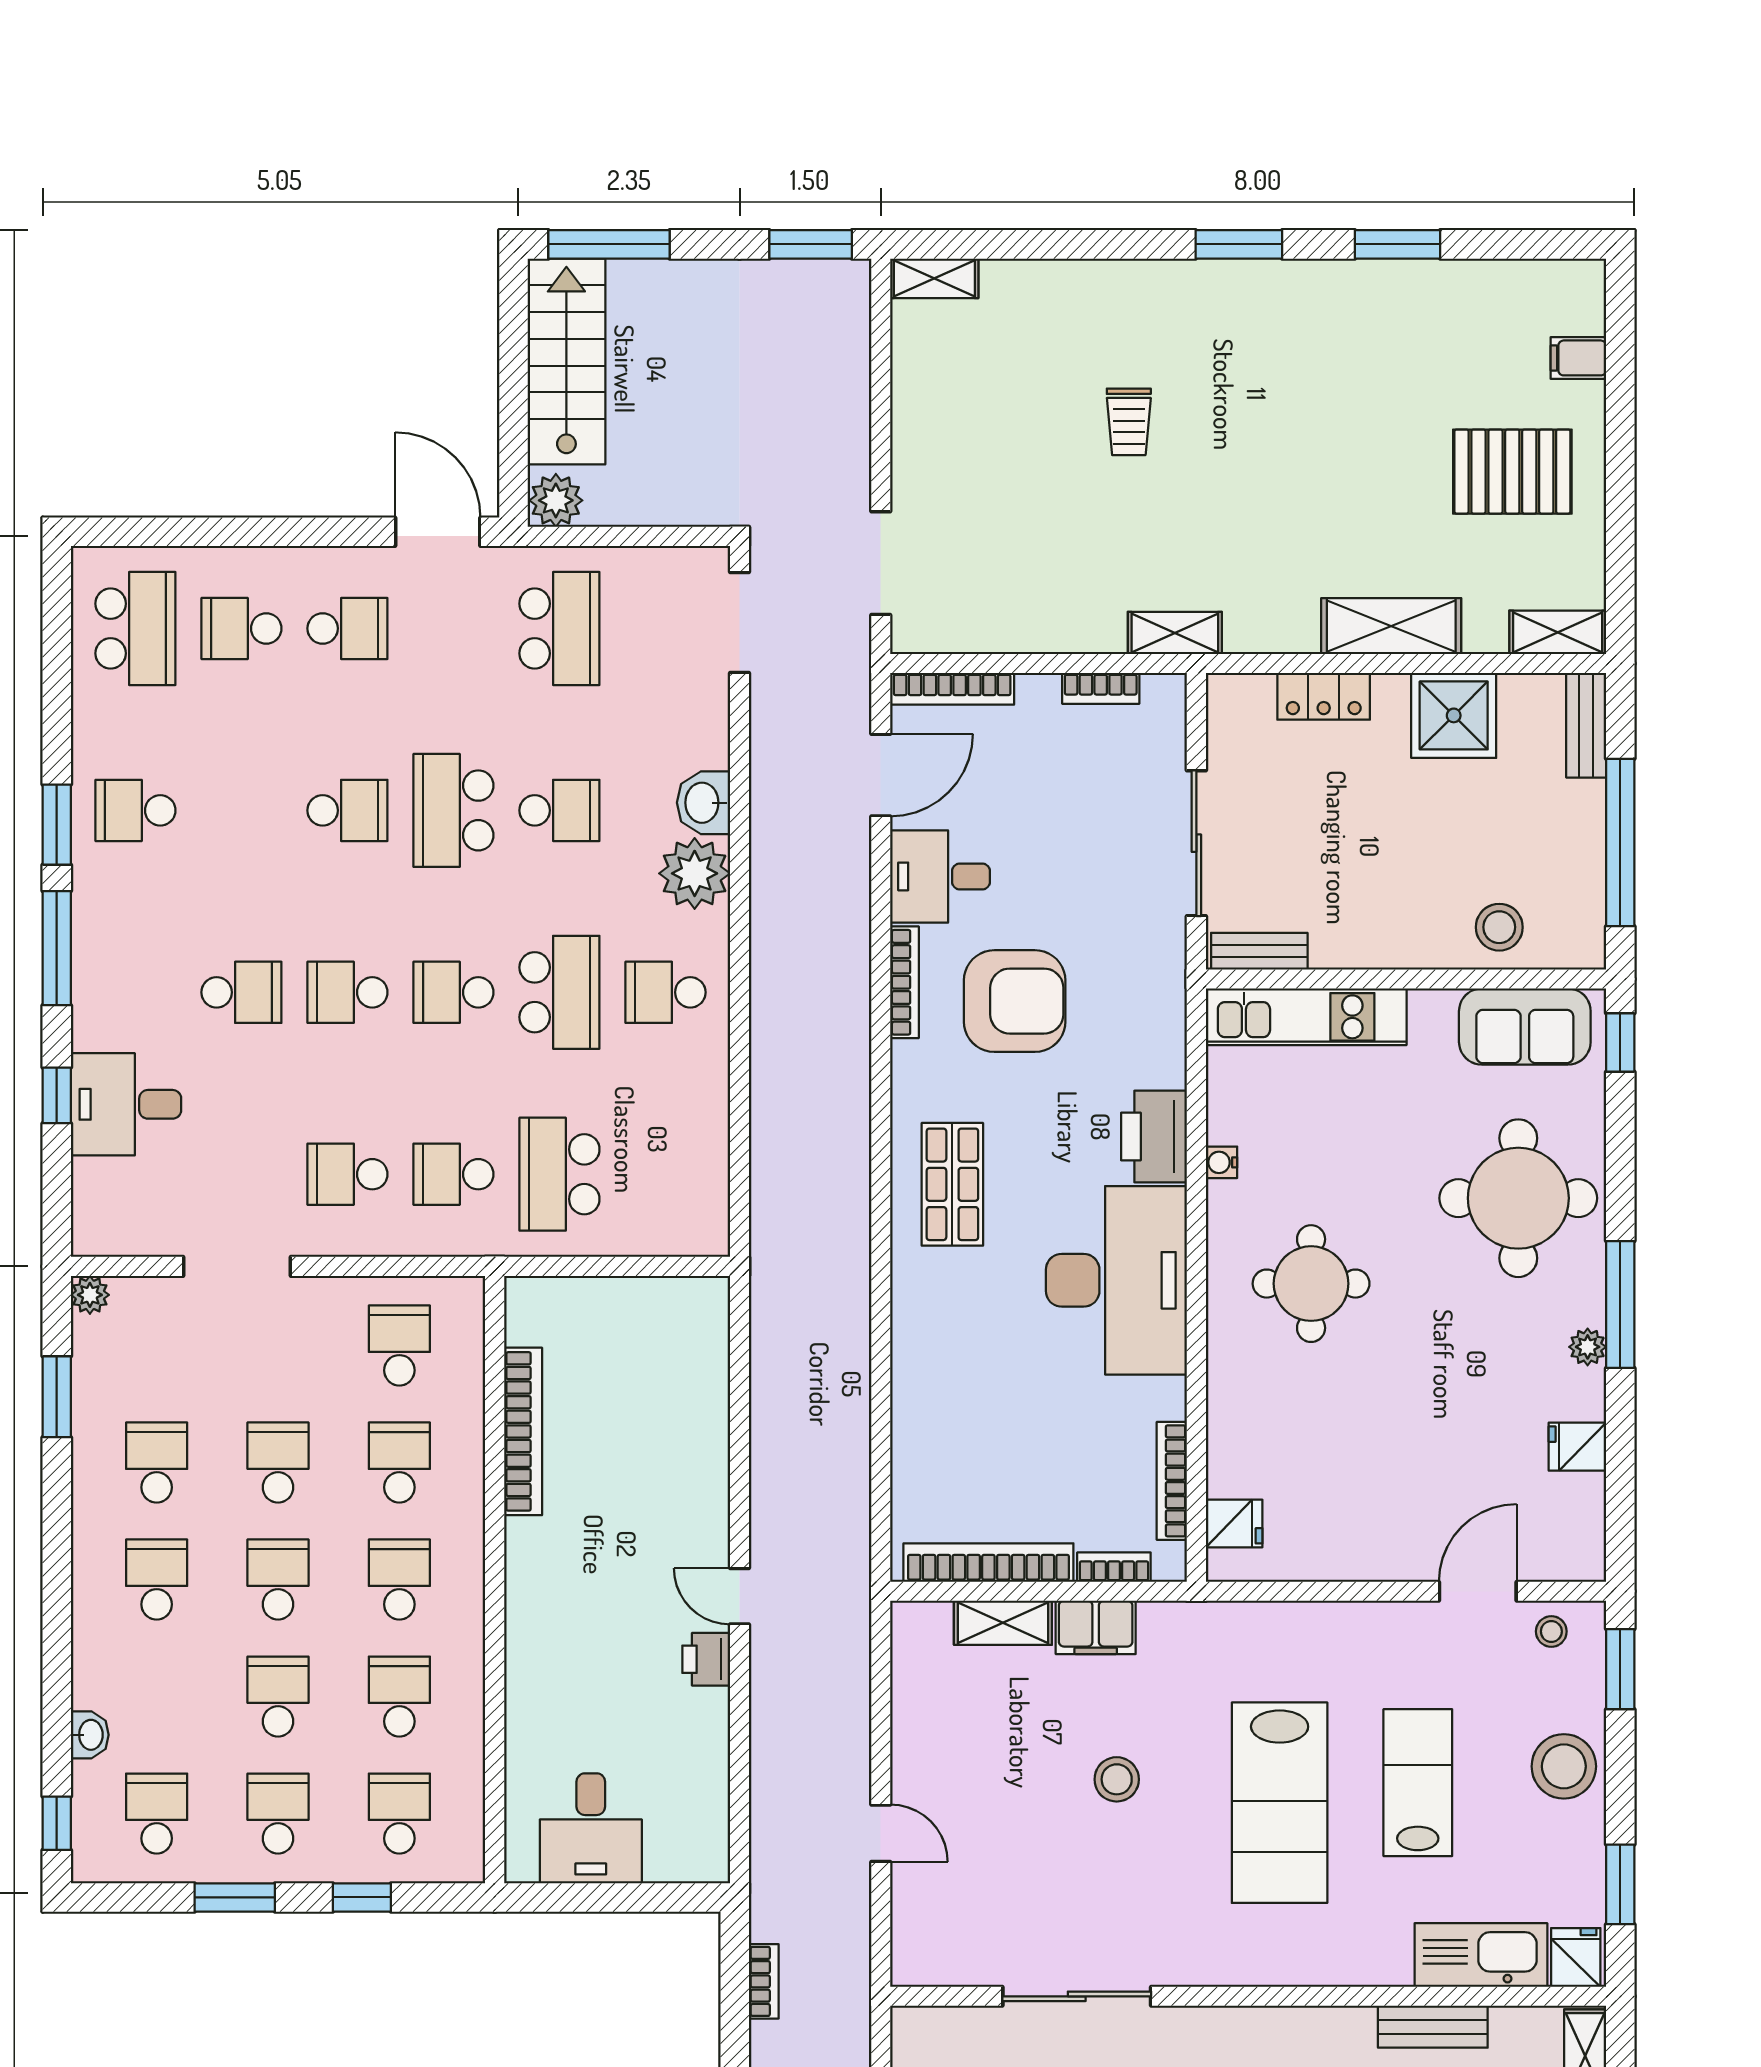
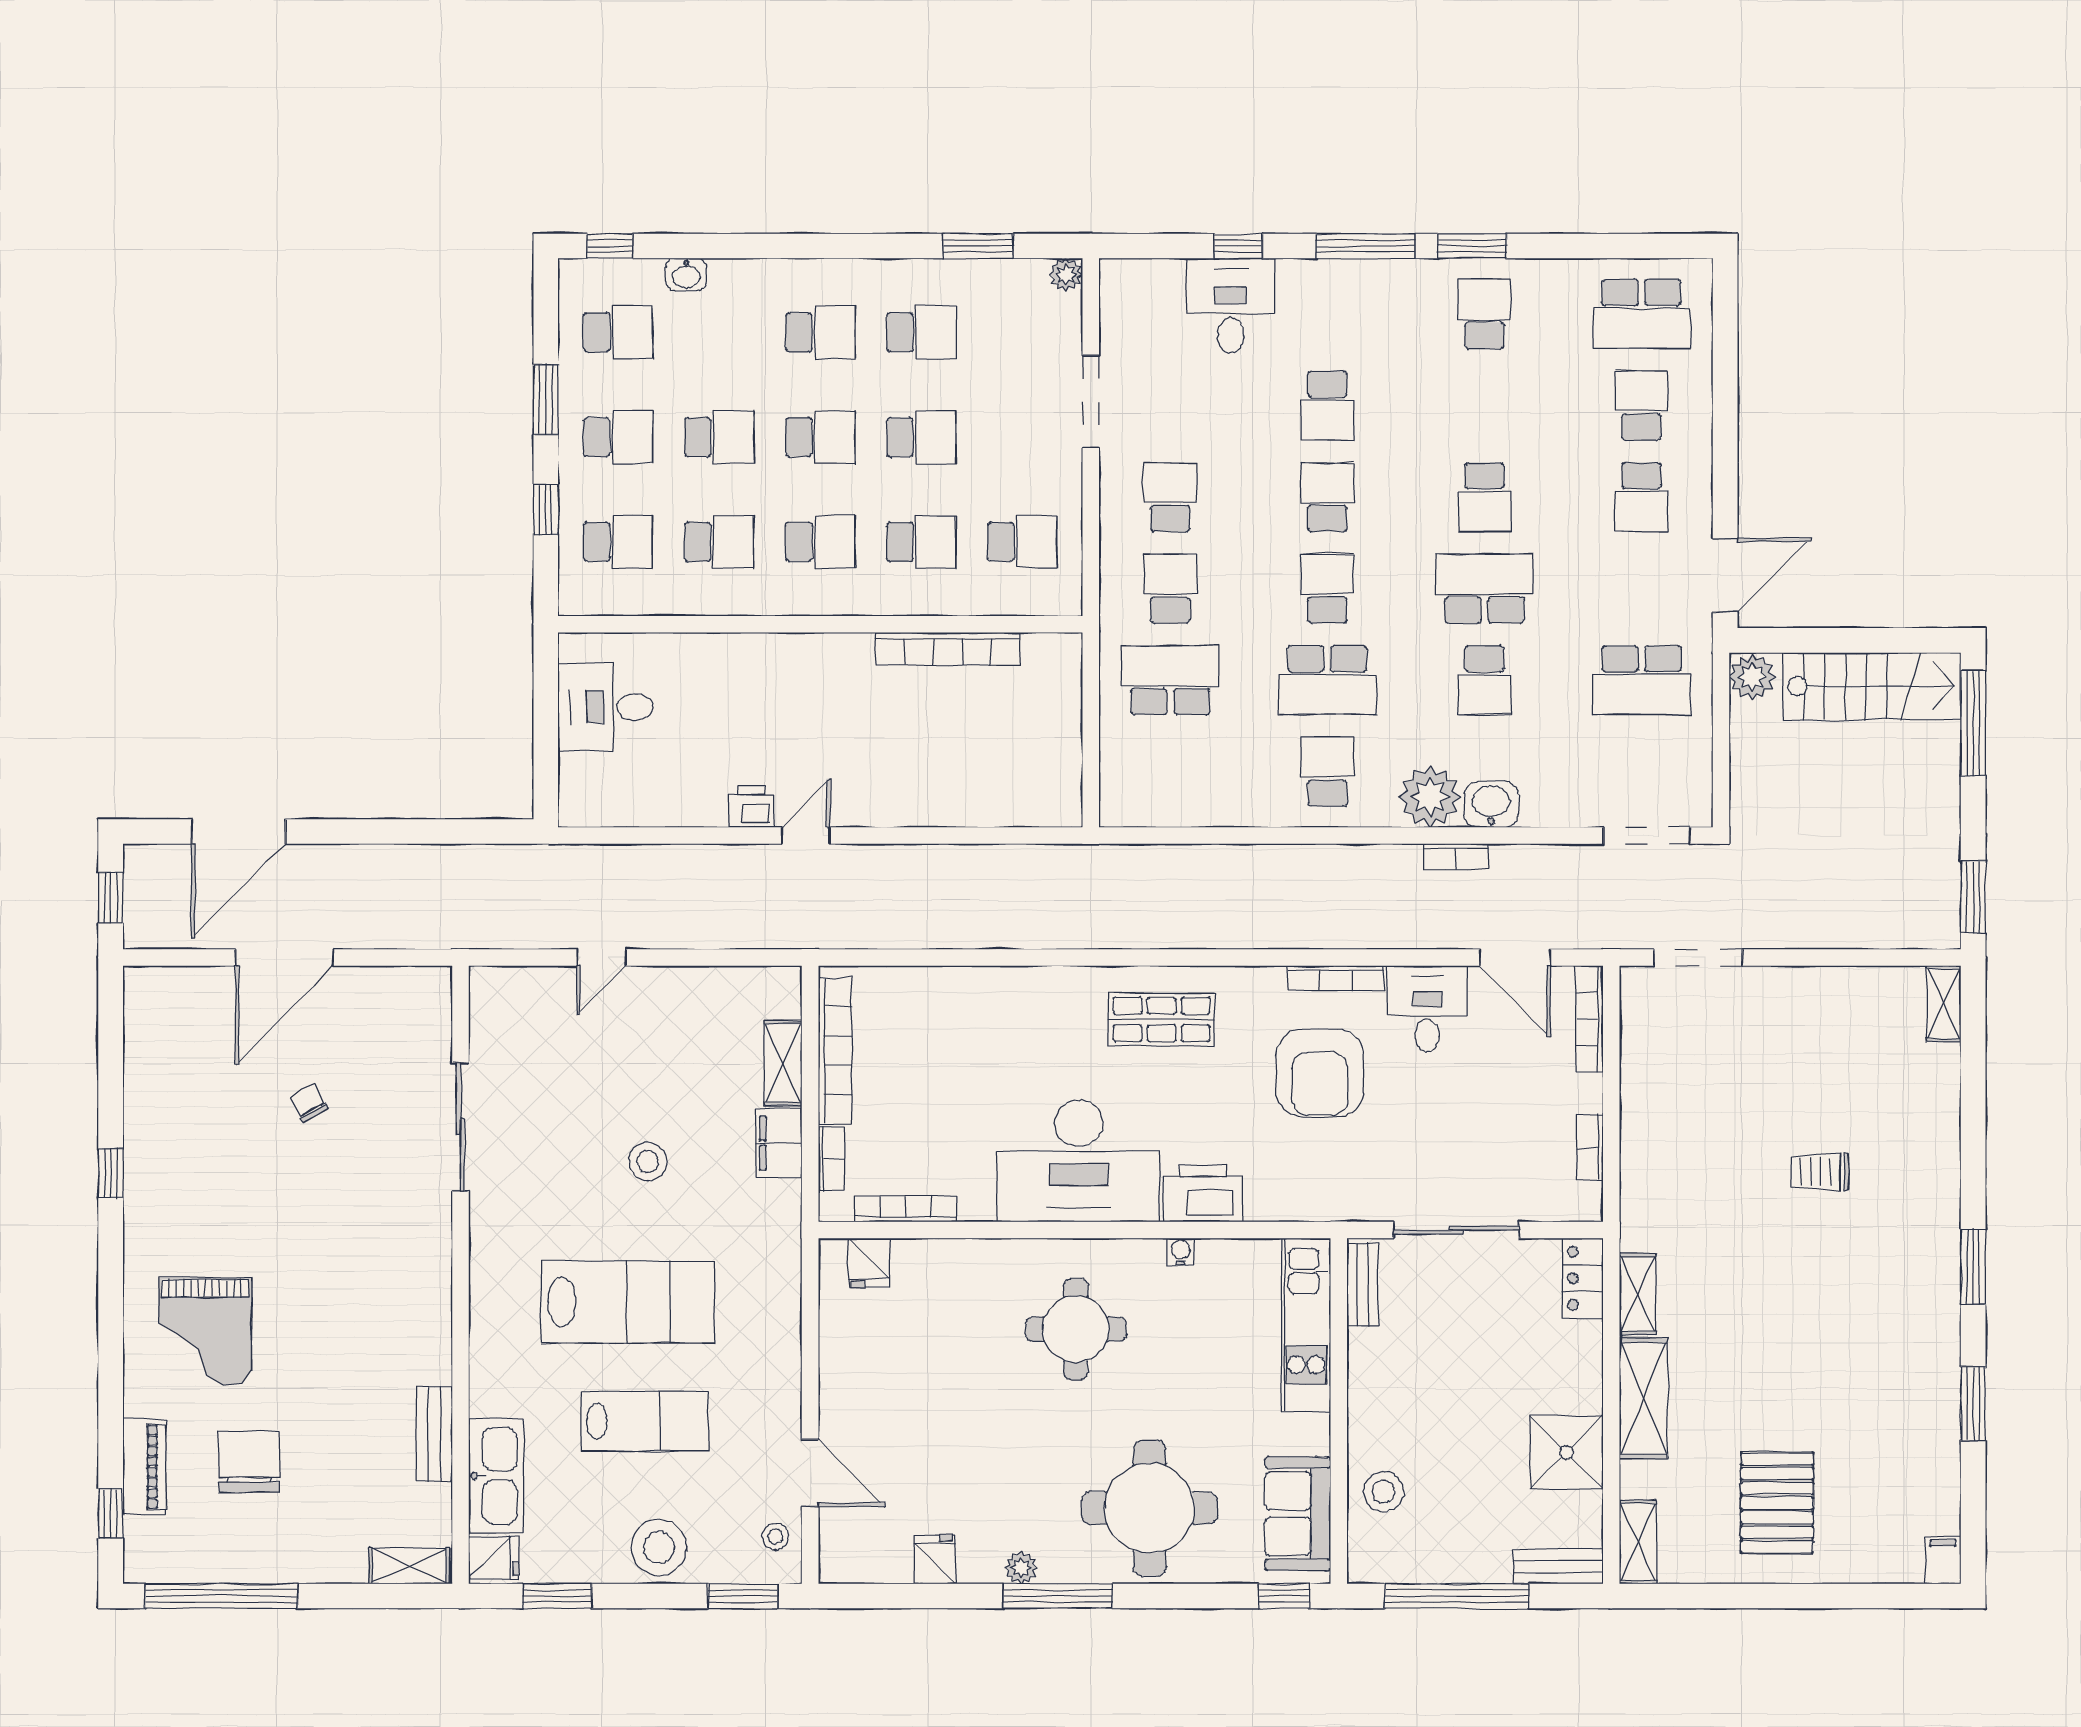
filing cabinet: (1578, 358) -> (1943, 1560), moved
shelving: (1175, 633) -> (1638, 1294), moved
locker: (1324, 696) -> (1583, 1278), moved
lab bench: (1280, 1803) -> (628, 1302), turned 180
bookcase: (764, 1981) -> (1456, 857), moved

